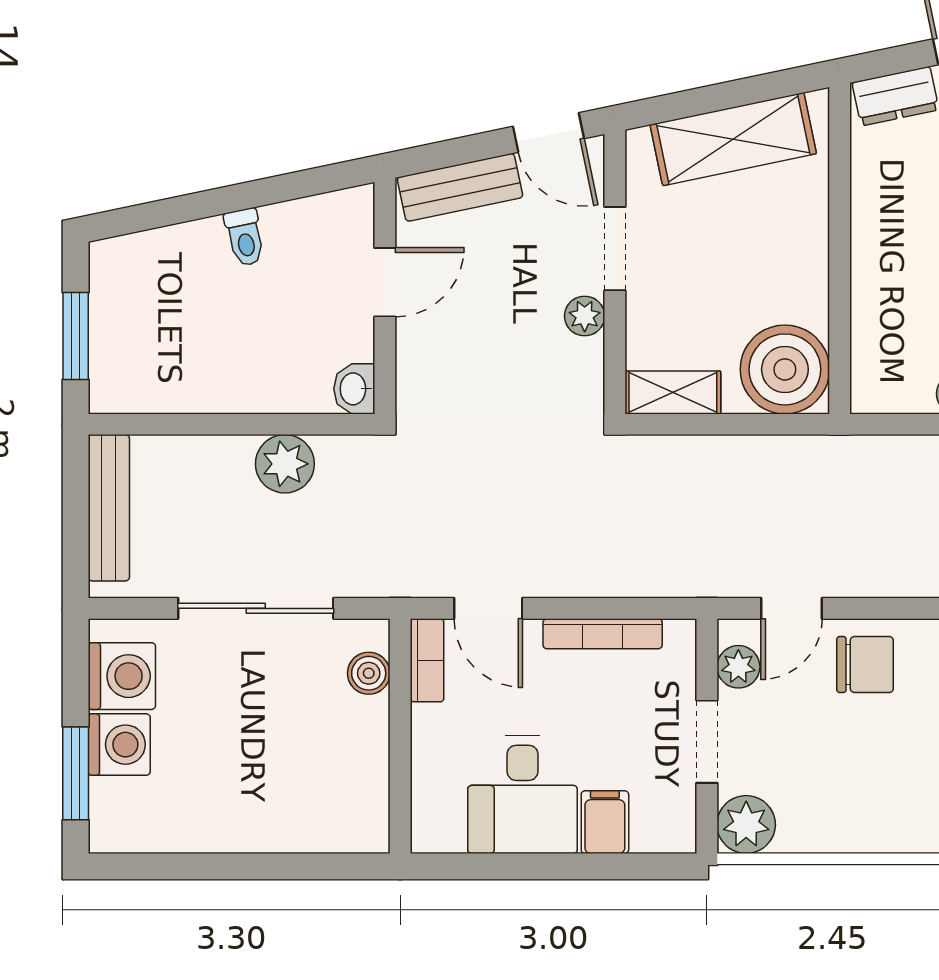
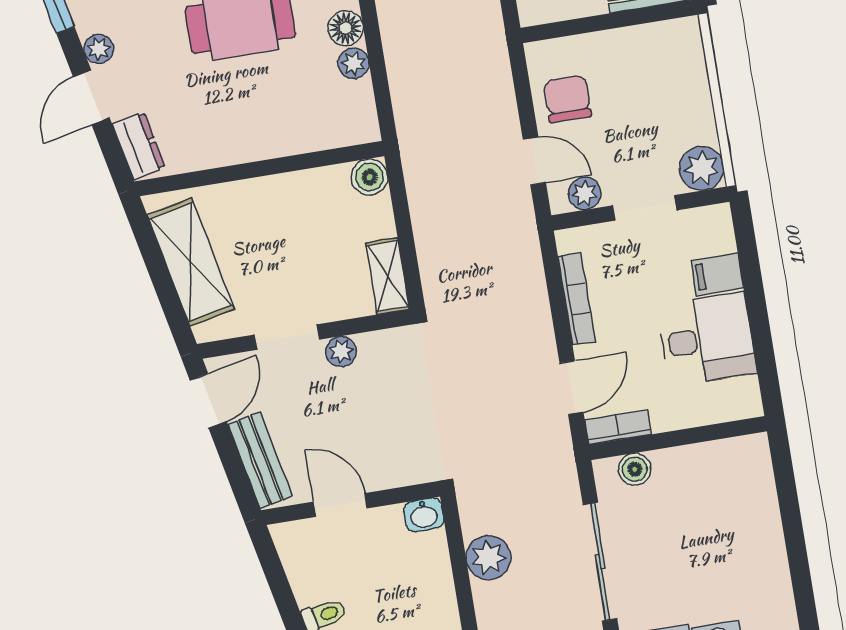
boiler: (785, 369) -> (369, 177), width x0.54, depth x0.54

